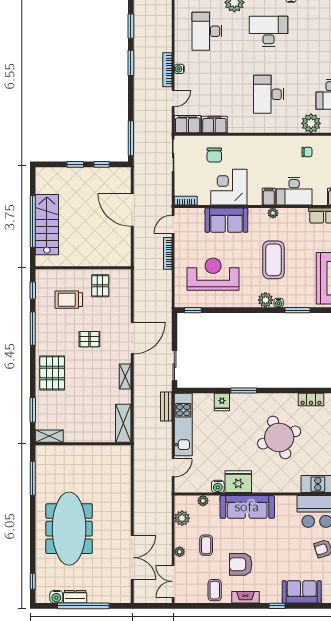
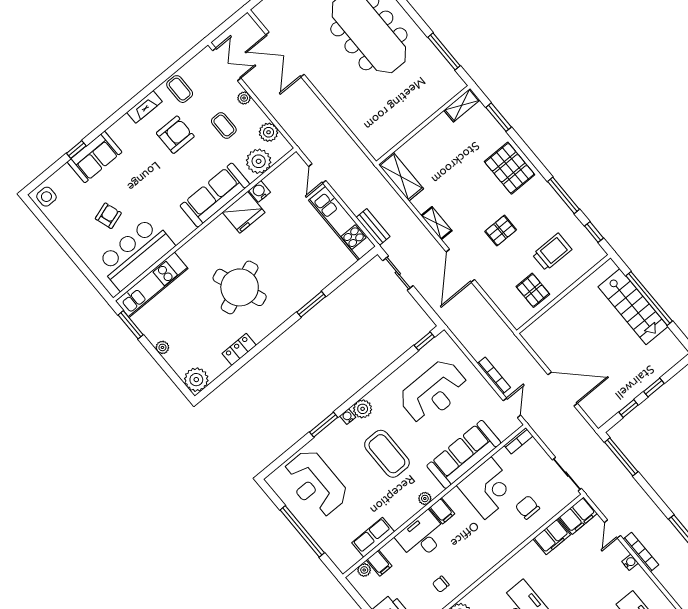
sofa: (226, 220) -> (464, 454), width x1.36
fridge: (222, 402) -> (323, 276), removed
plant: (203, 501) -> (259, 161), width x1.88, depth x1.88
window: (277, 606) -> (76, 149), moved

